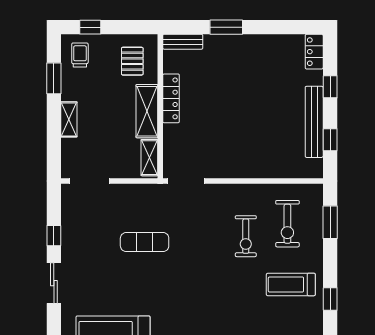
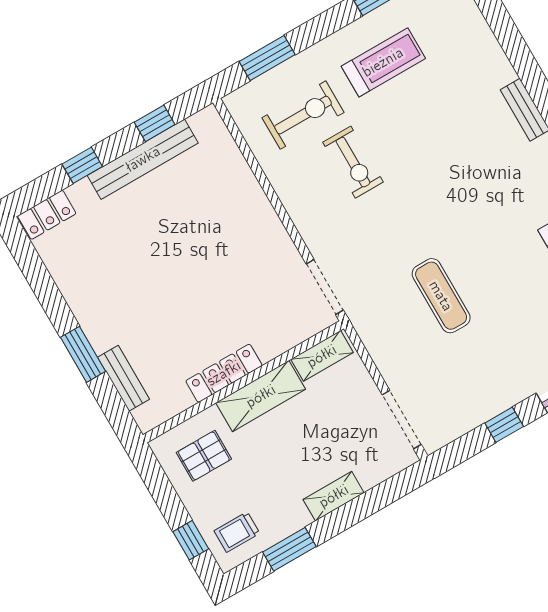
bench: (183, 42) -> (123, 378), moved
exercise bike: (246, 236) -> (353, 162), turned 90
treadmill: (291, 284) -> (383, 62), turned -90

